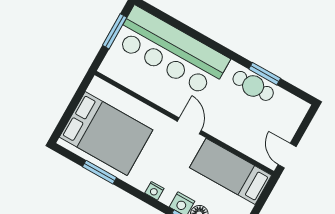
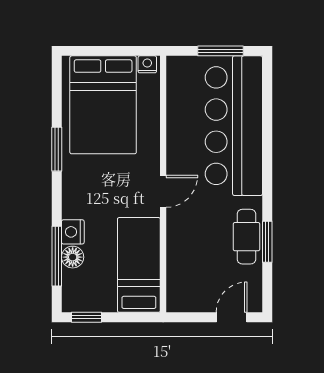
door: (287, 156) -> (232, 317), moved
window: (99, 172) -> (57, 149), moved
nightstand: (154, 191) -> (147, 64), moved, turned 90

